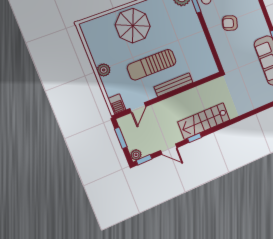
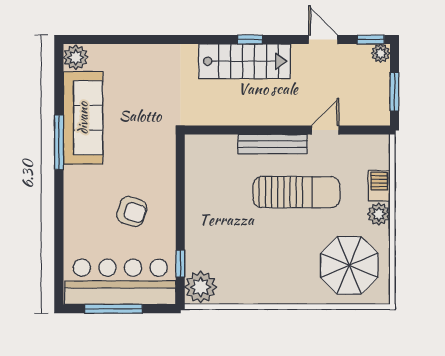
parasol: (133, 26) -> (349, 265), moved
barbecue: (117, 104) -> (379, 186), moved
door: (138, 108) -> (325, 130), moved
window: (195, 138) -> (250, 40), moved

